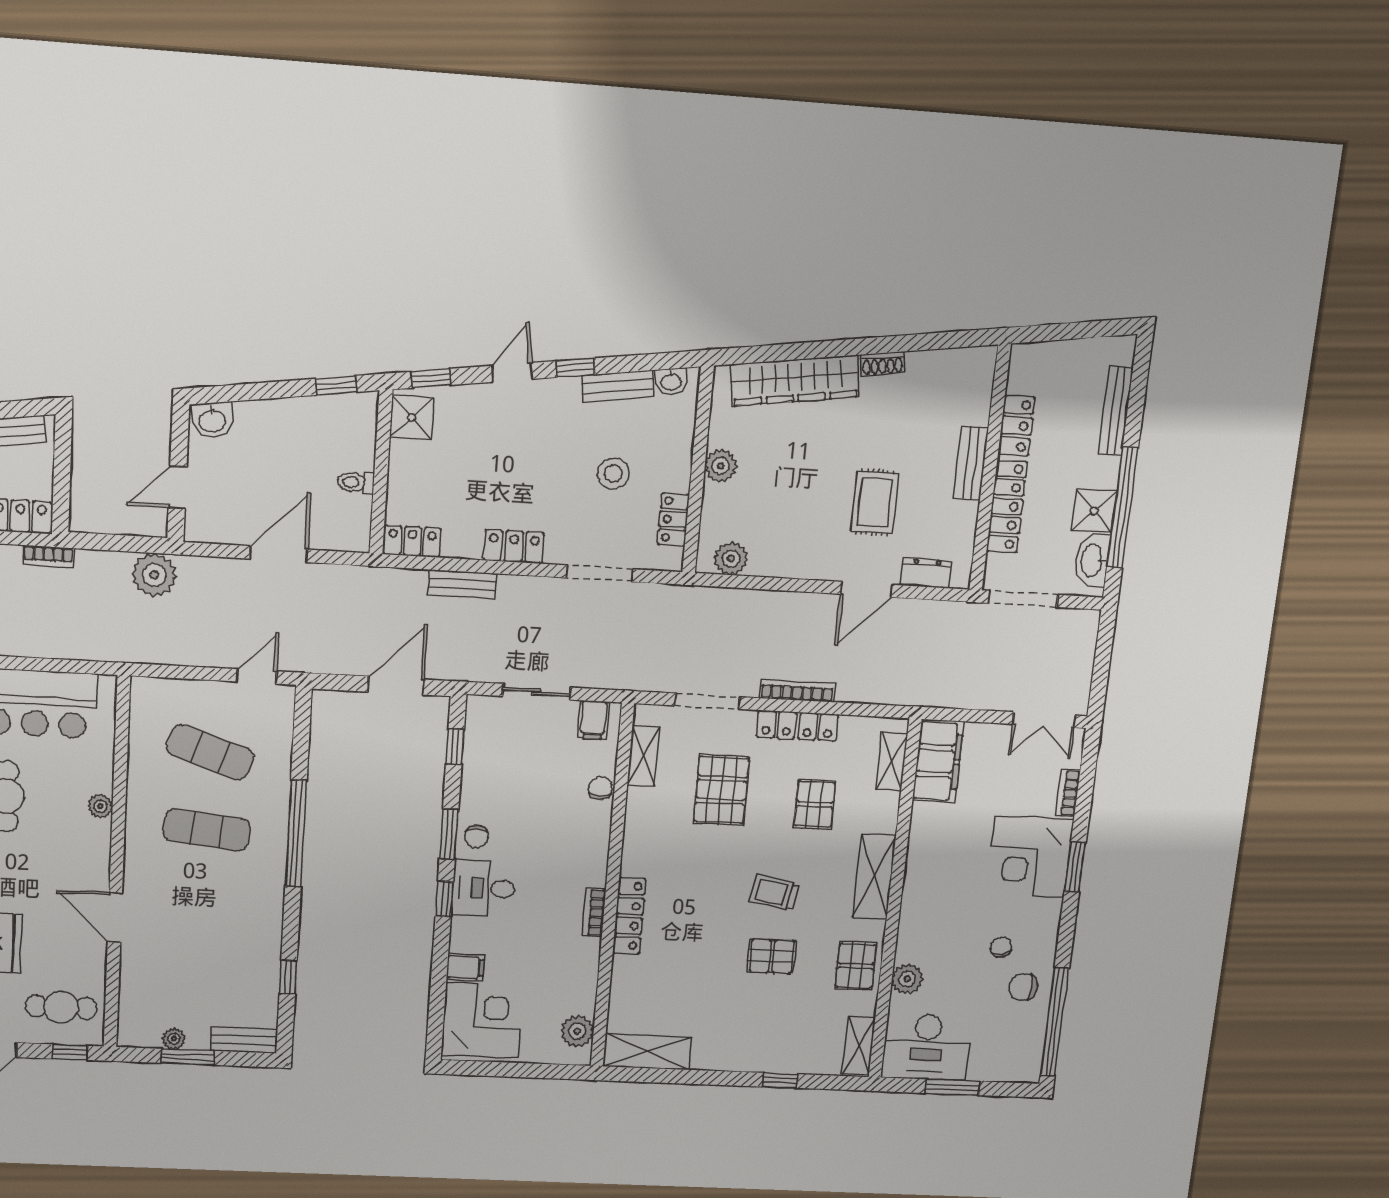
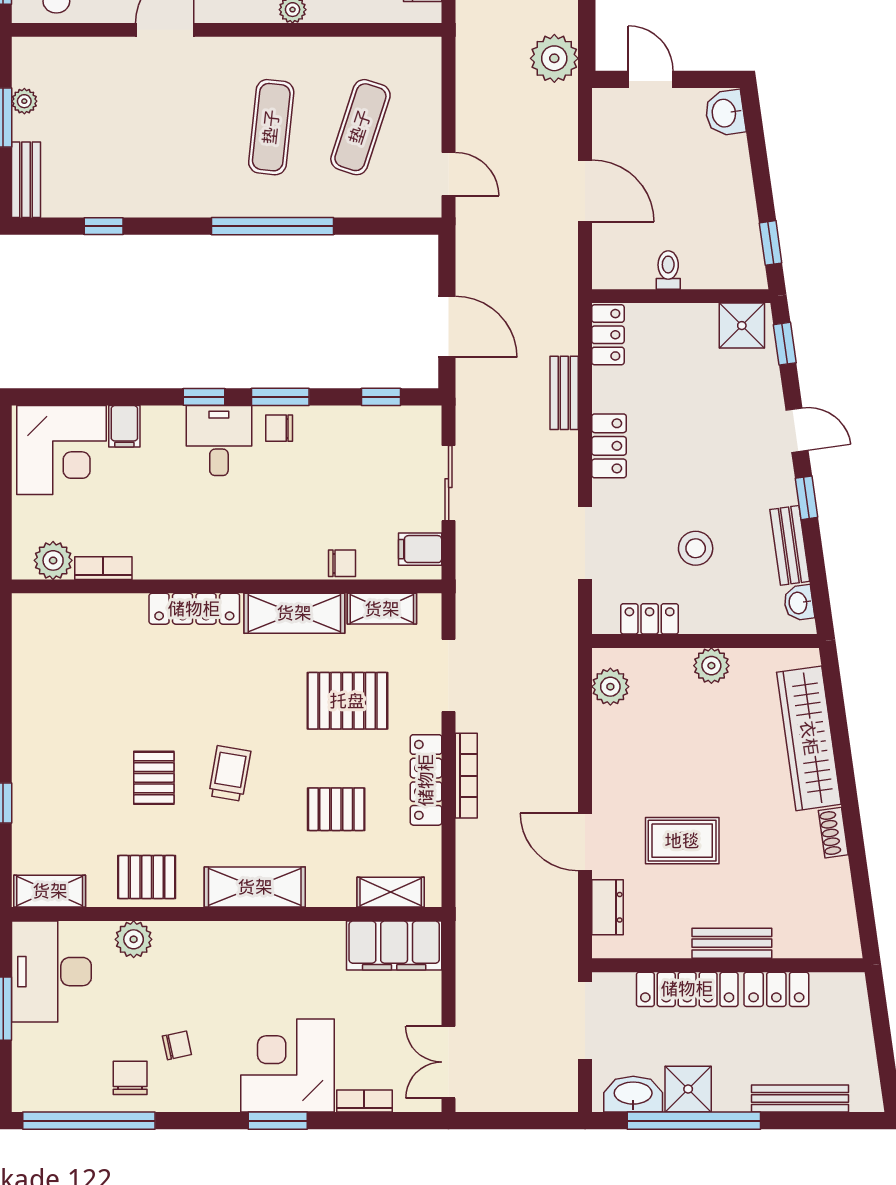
bookcase: (594, 913) -> (103, 568), moved
shelving: (647, 1052) -> (294, 613), moved, turned 90

